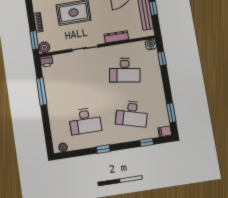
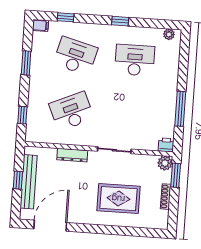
water cooler: (151, 44) -> (32, 136), removed
desk: (125, 70) -> (72, 111), turned -33
window: (171, 113) -> (26, 63), moved

